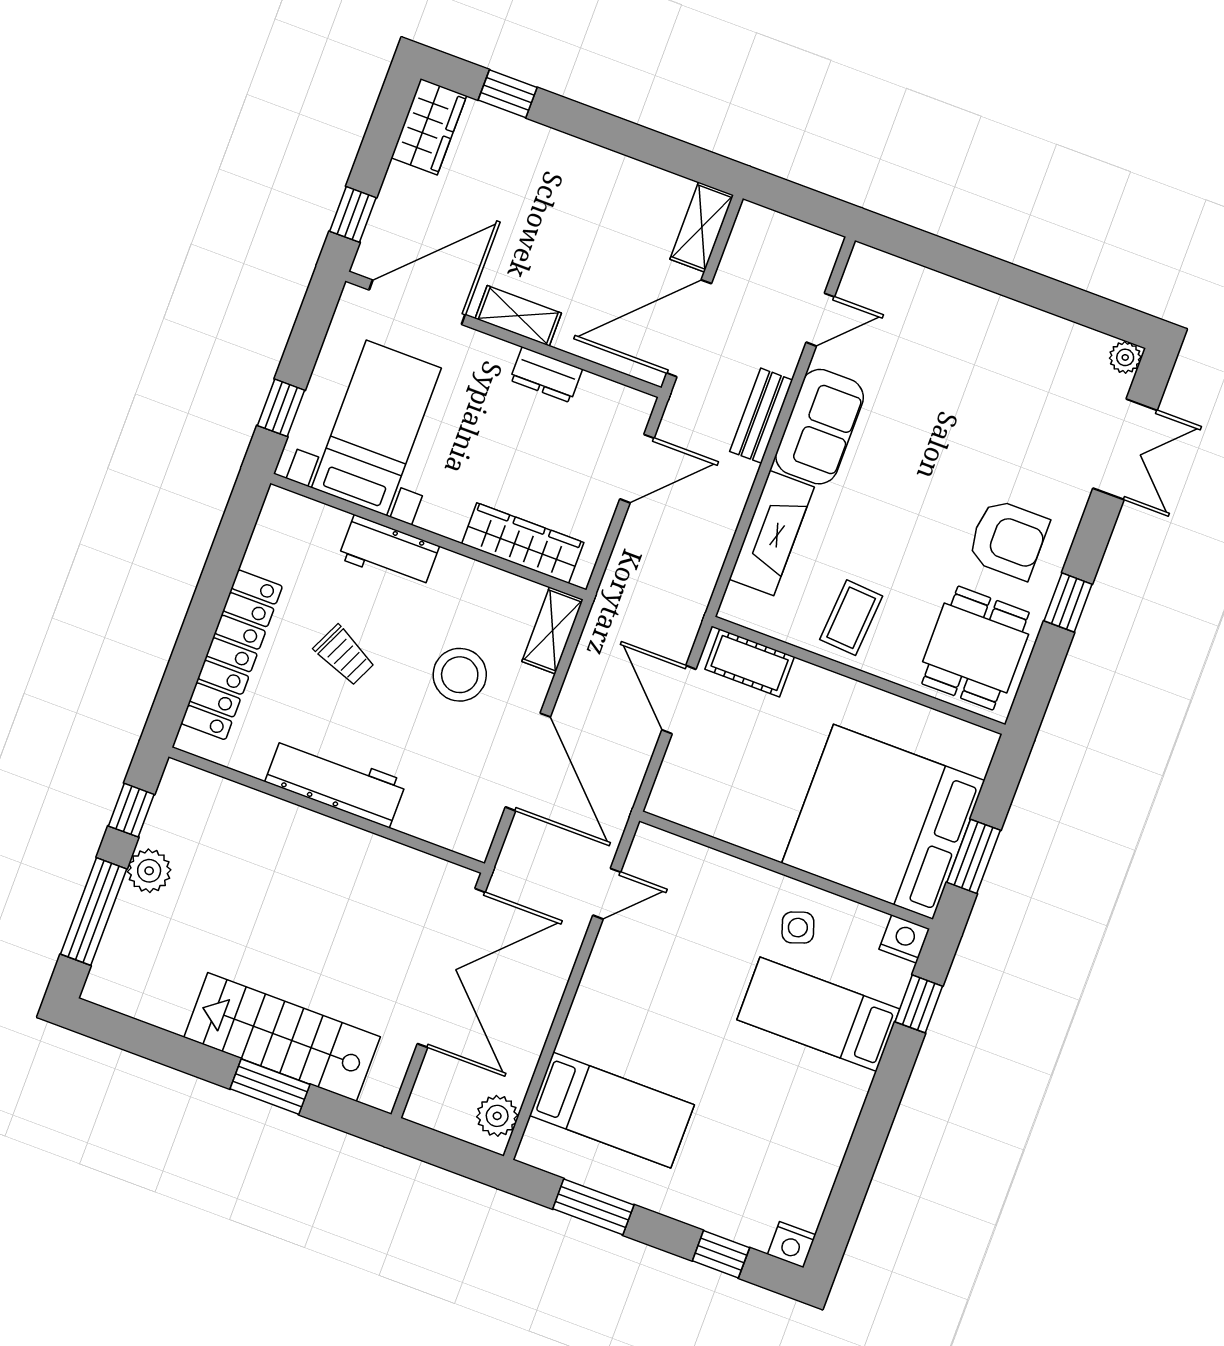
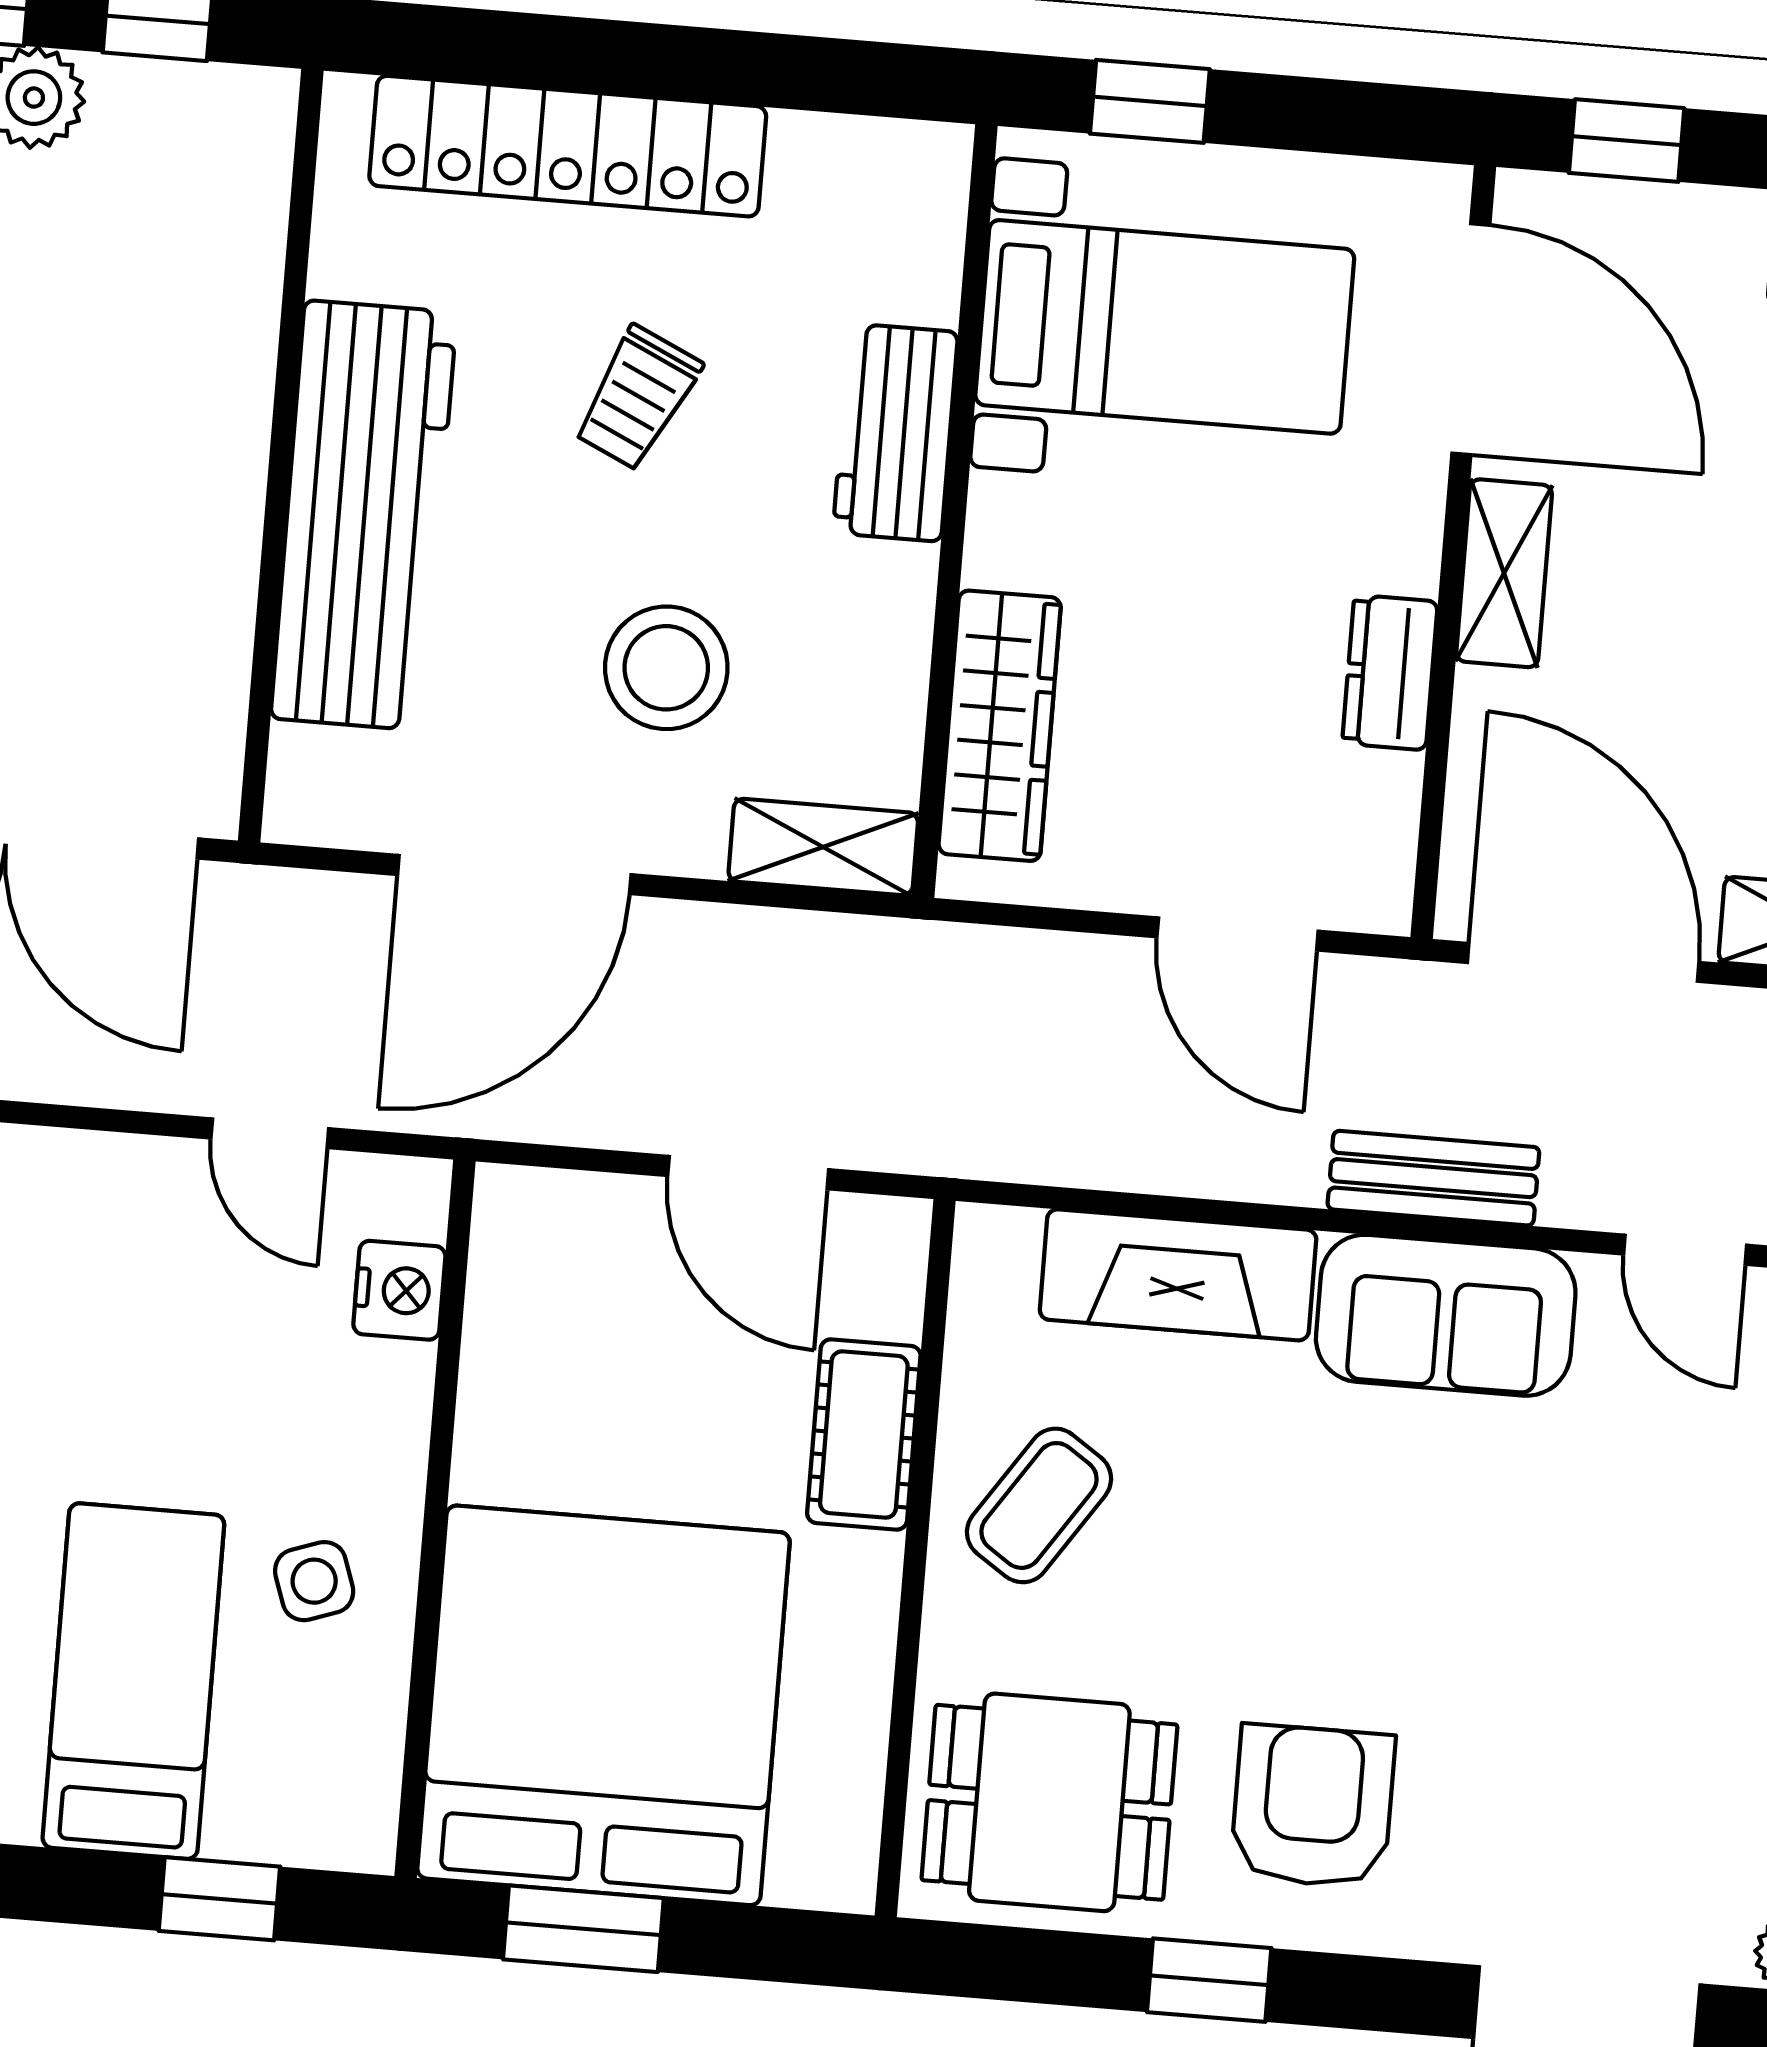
armchair: (1008, 539) -> (1313, 1806), turned 180
coffee table: (851, 618) -> (1039, 1505), turned -60
cot: (750, 663) -> (864, 1435), moved
door: (679, 700) -> (748, 1173), swing flipped
workbench: (336, 782) -> (364, 515), width x1.36, depth x1.32
nightstand: (904, 939) -> (399, 1290), moved

